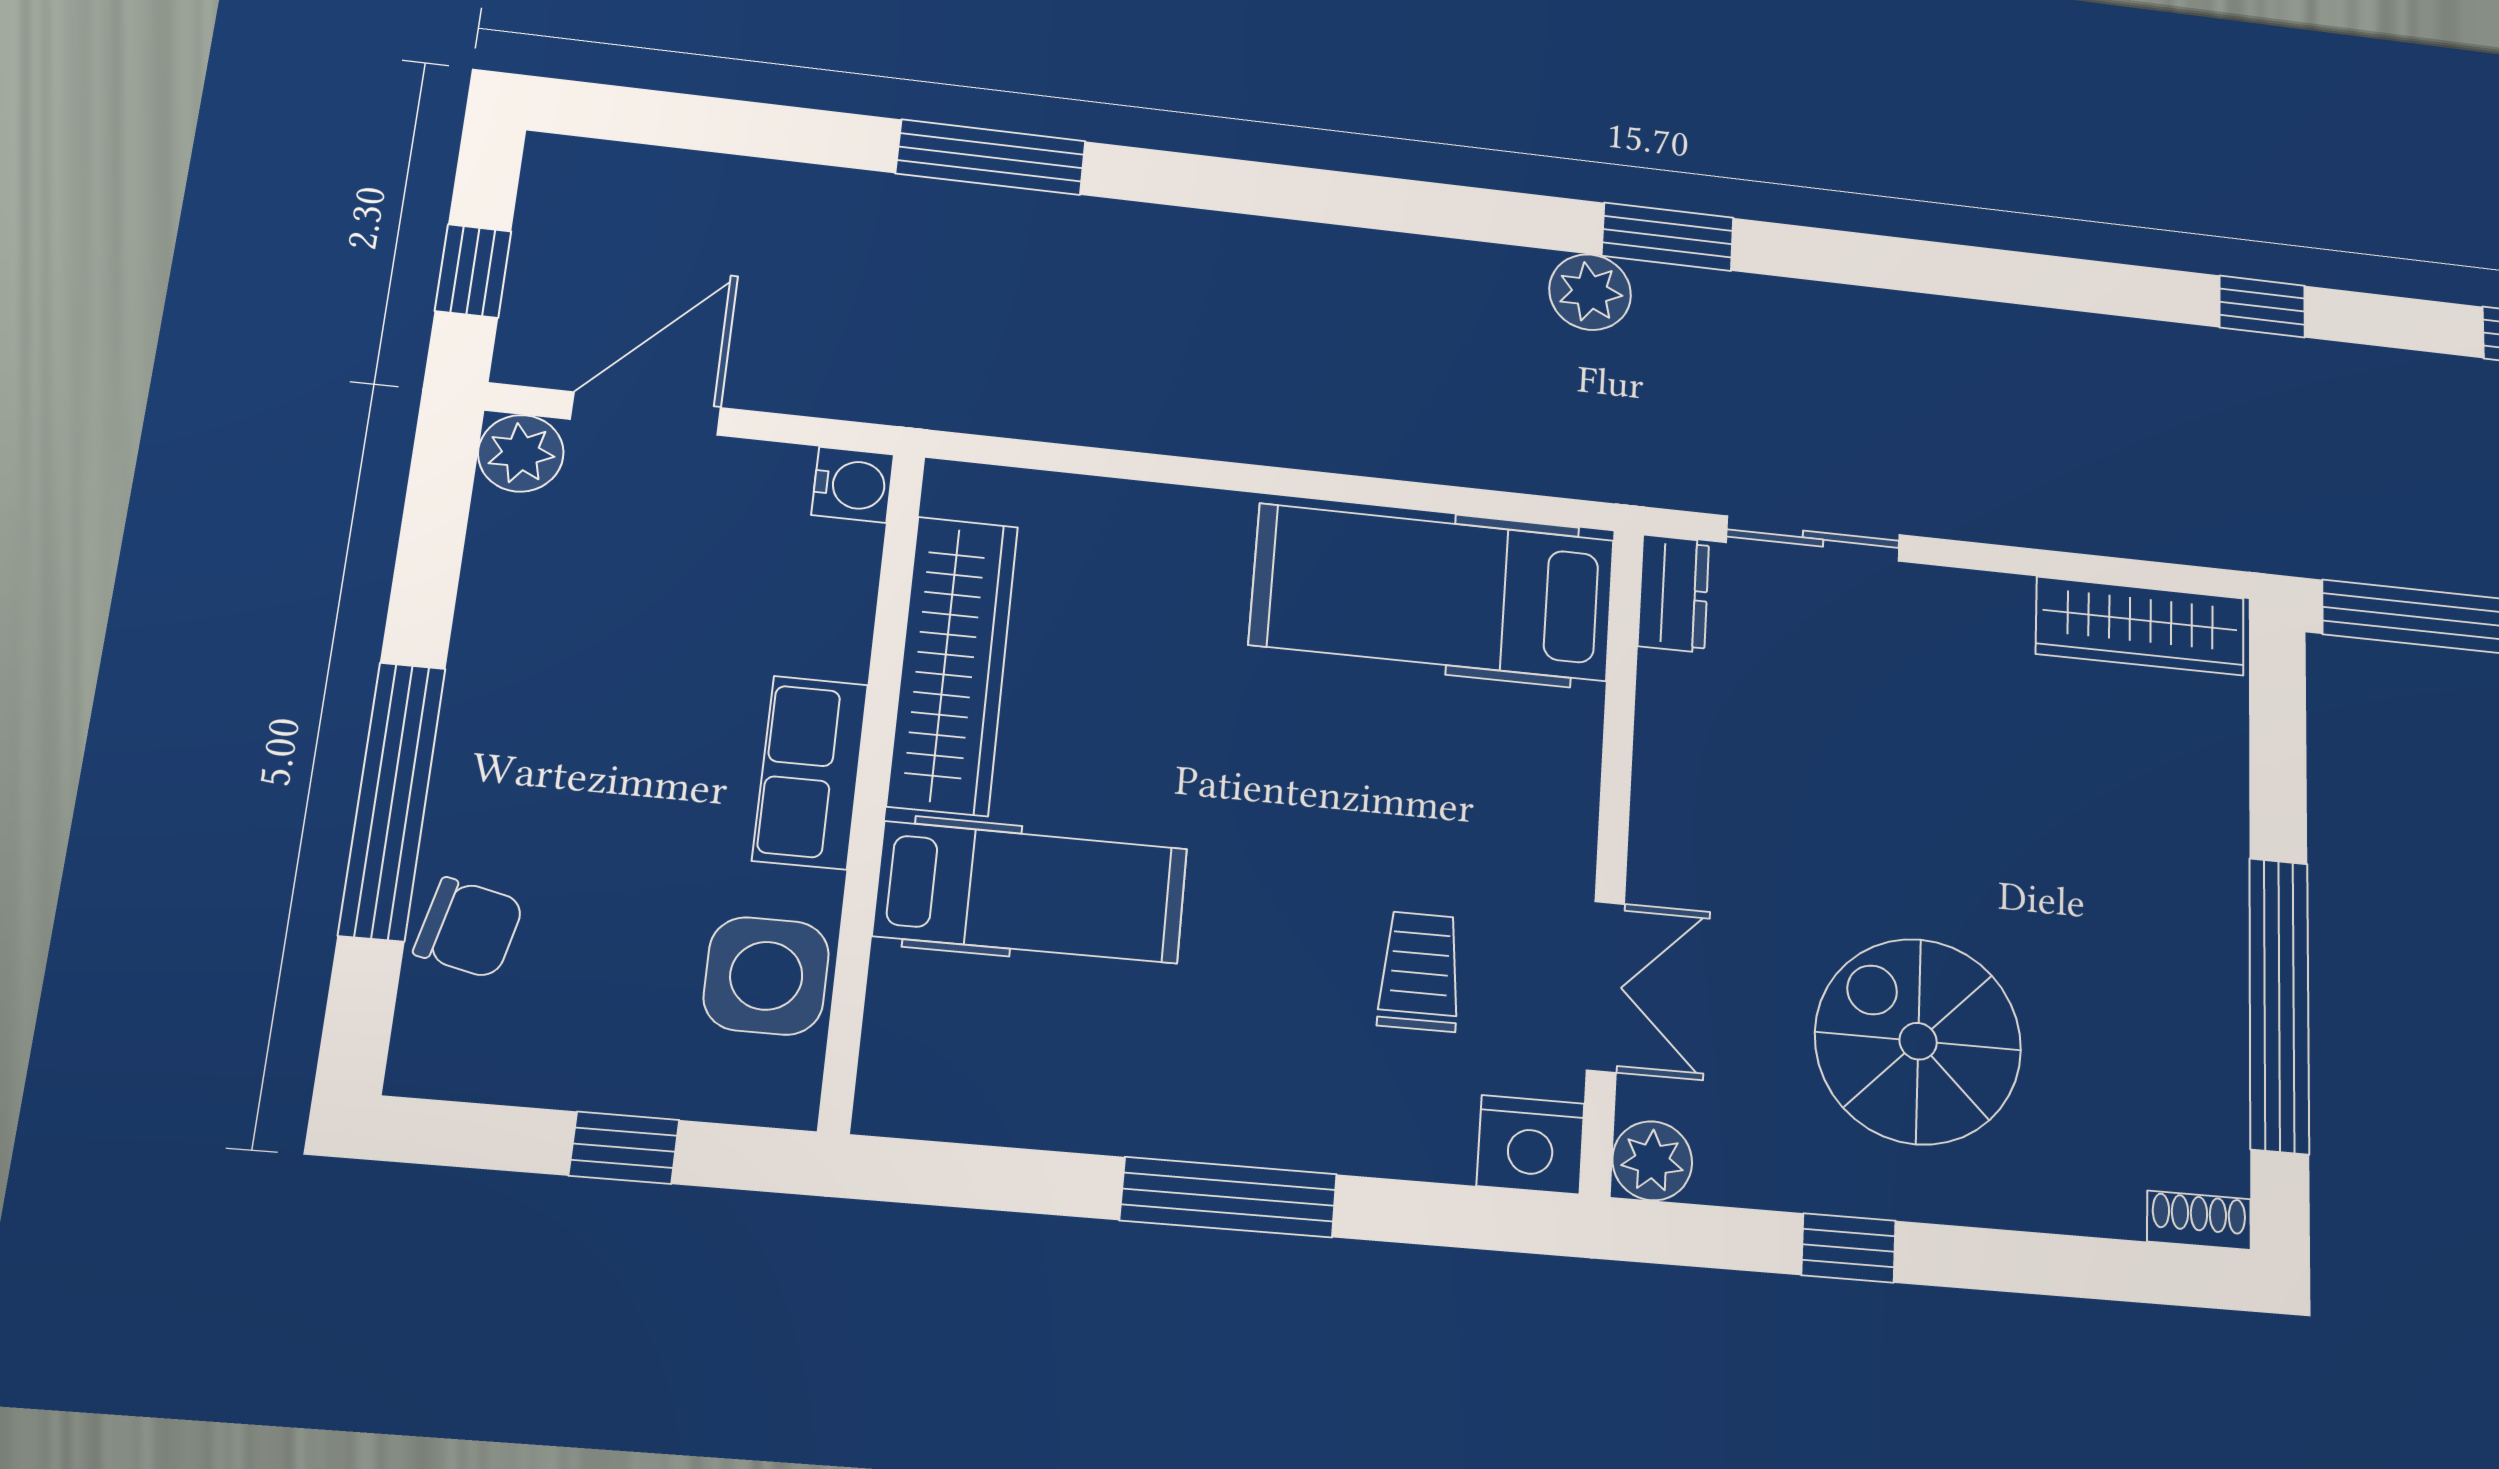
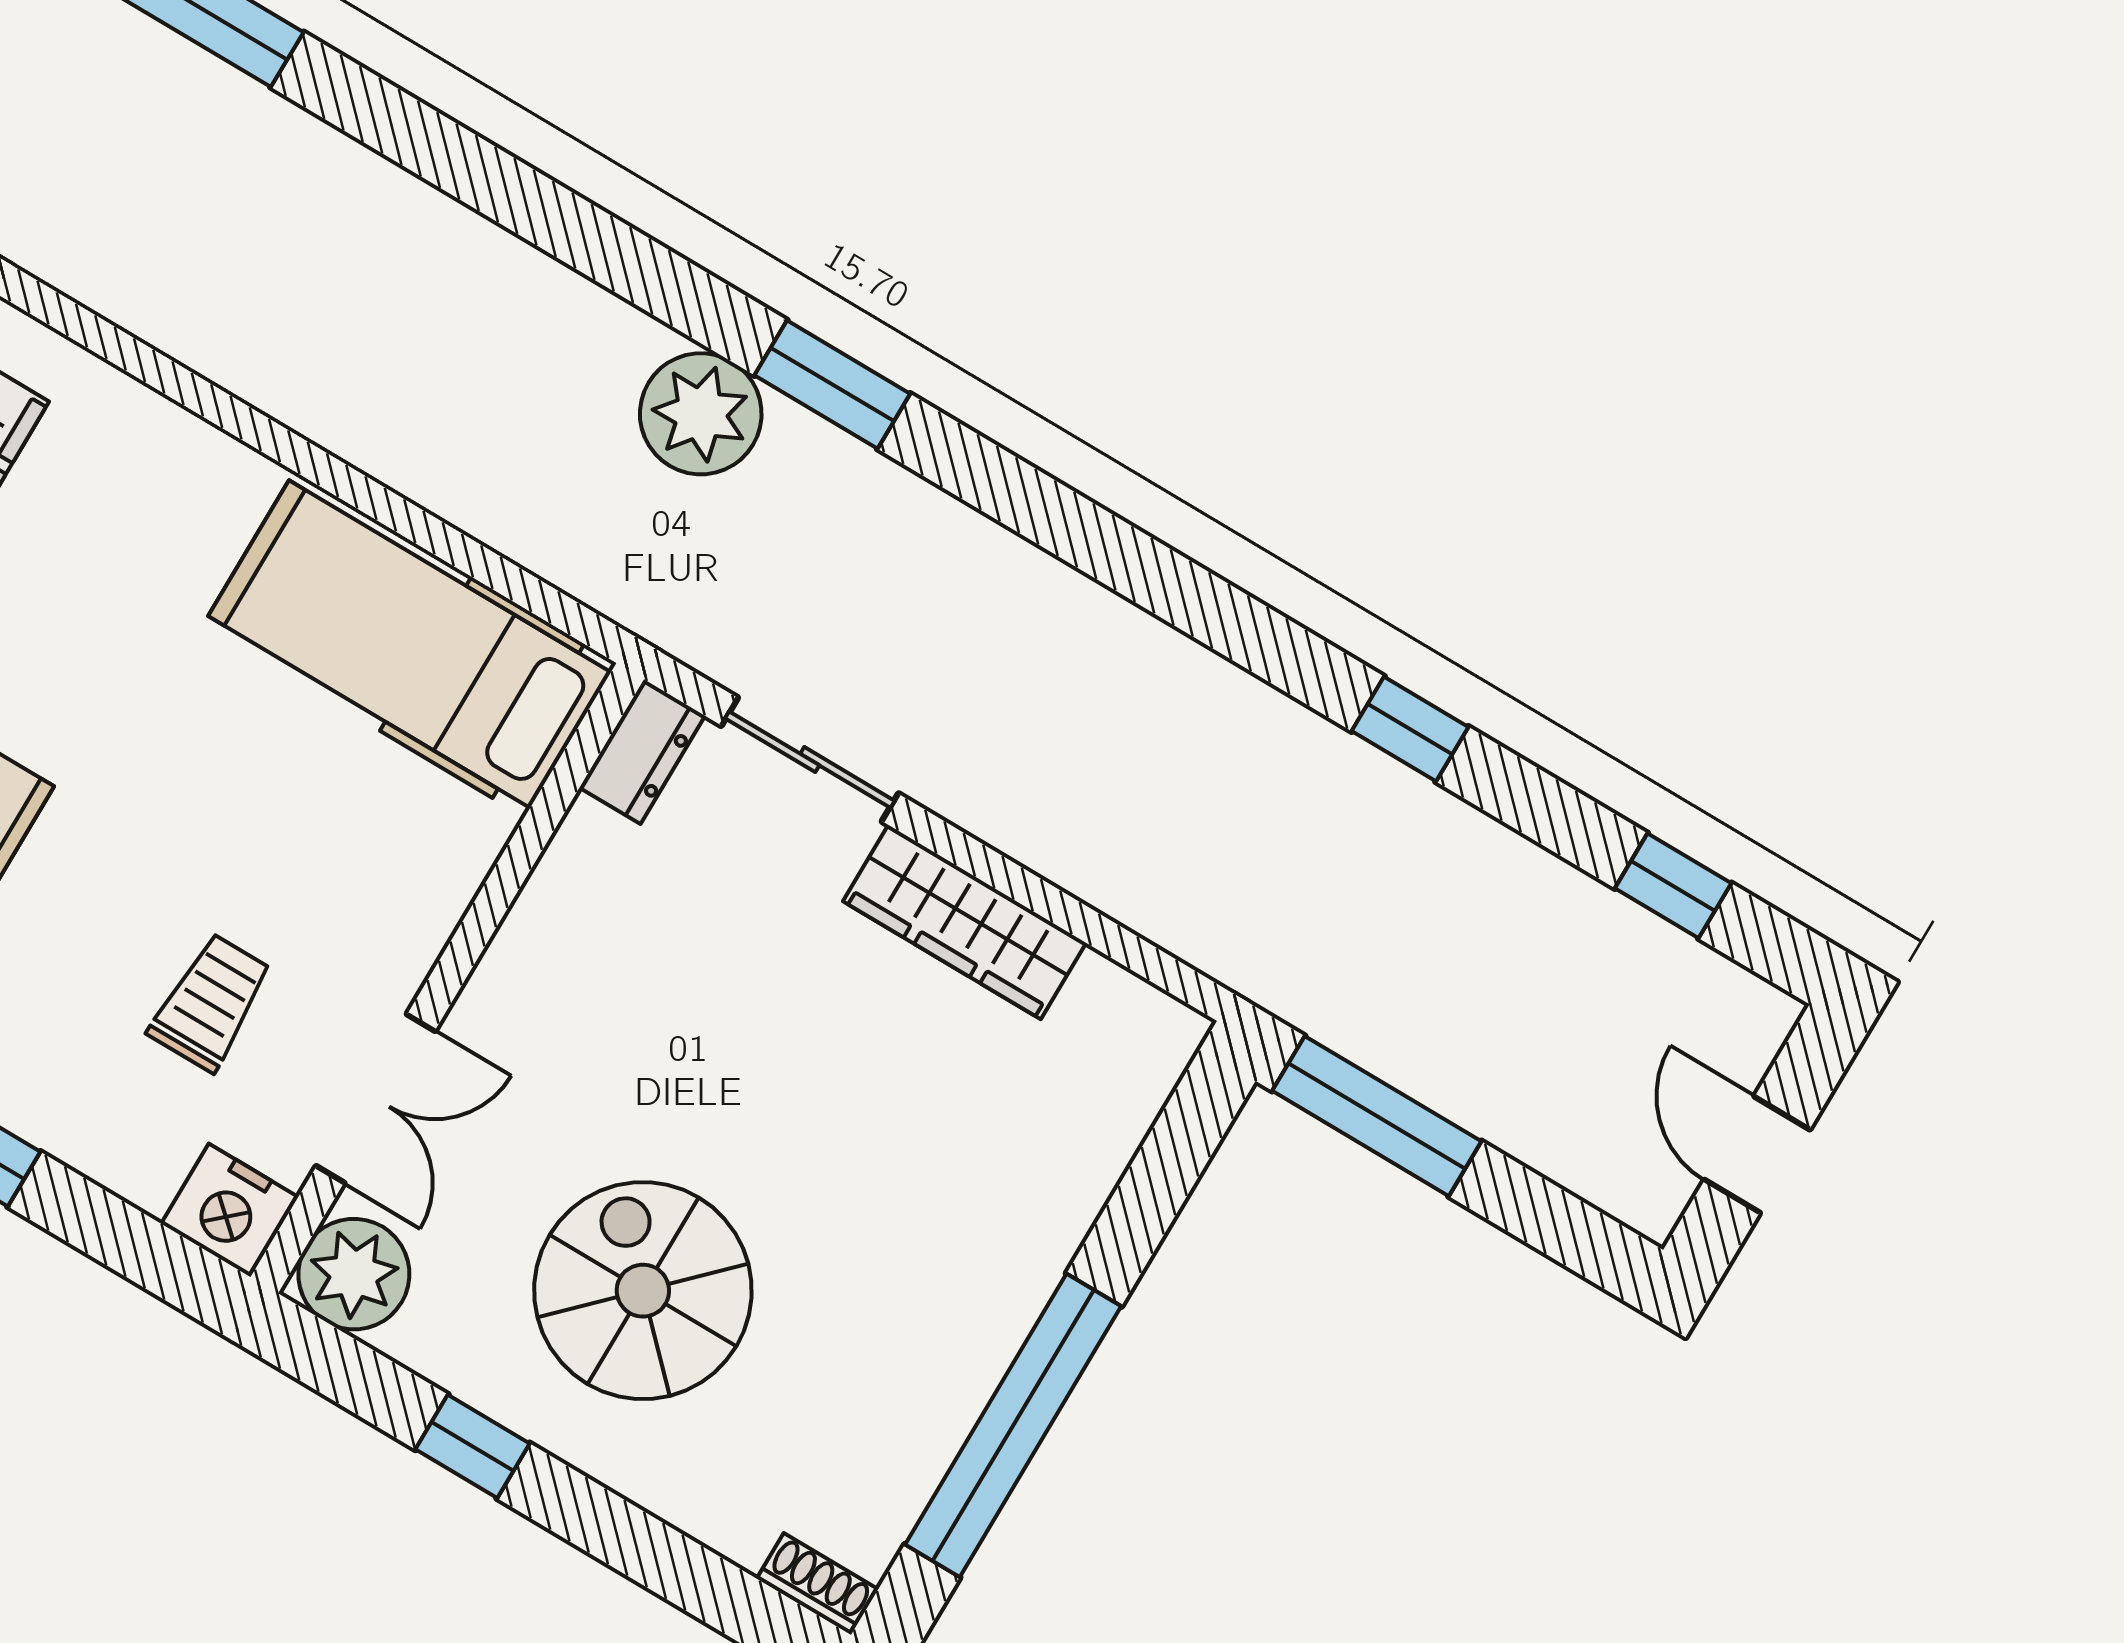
plant: (1590, 292) -> (701, 414), width x1.36, depth x1.36
wardrobe: (2140, 626) -> (965, 922), moved
plant: (1652, 1161) -> (354, 1274), width x1.36, depth x1.36

